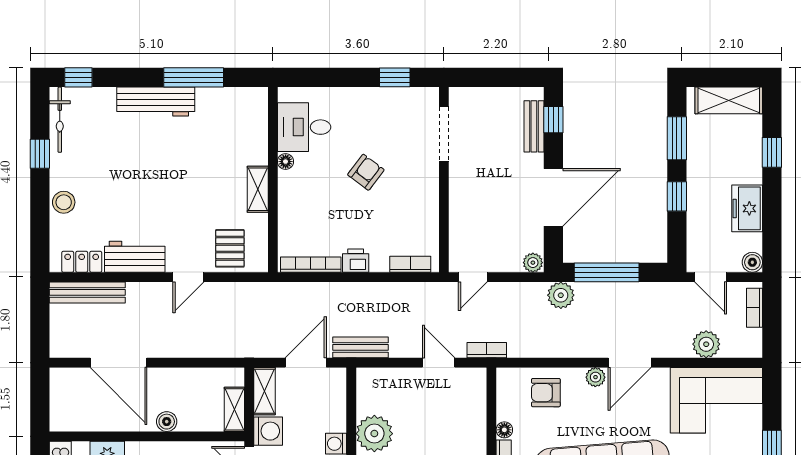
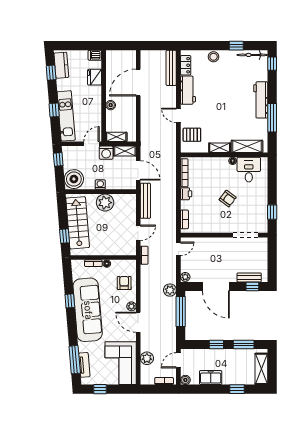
shelving: (255, 131) -> (247, 146), added
door: (473, 277) -> (178, 249), swing flipped
bench: (360, 347) -> (145, 201), width x1.36

